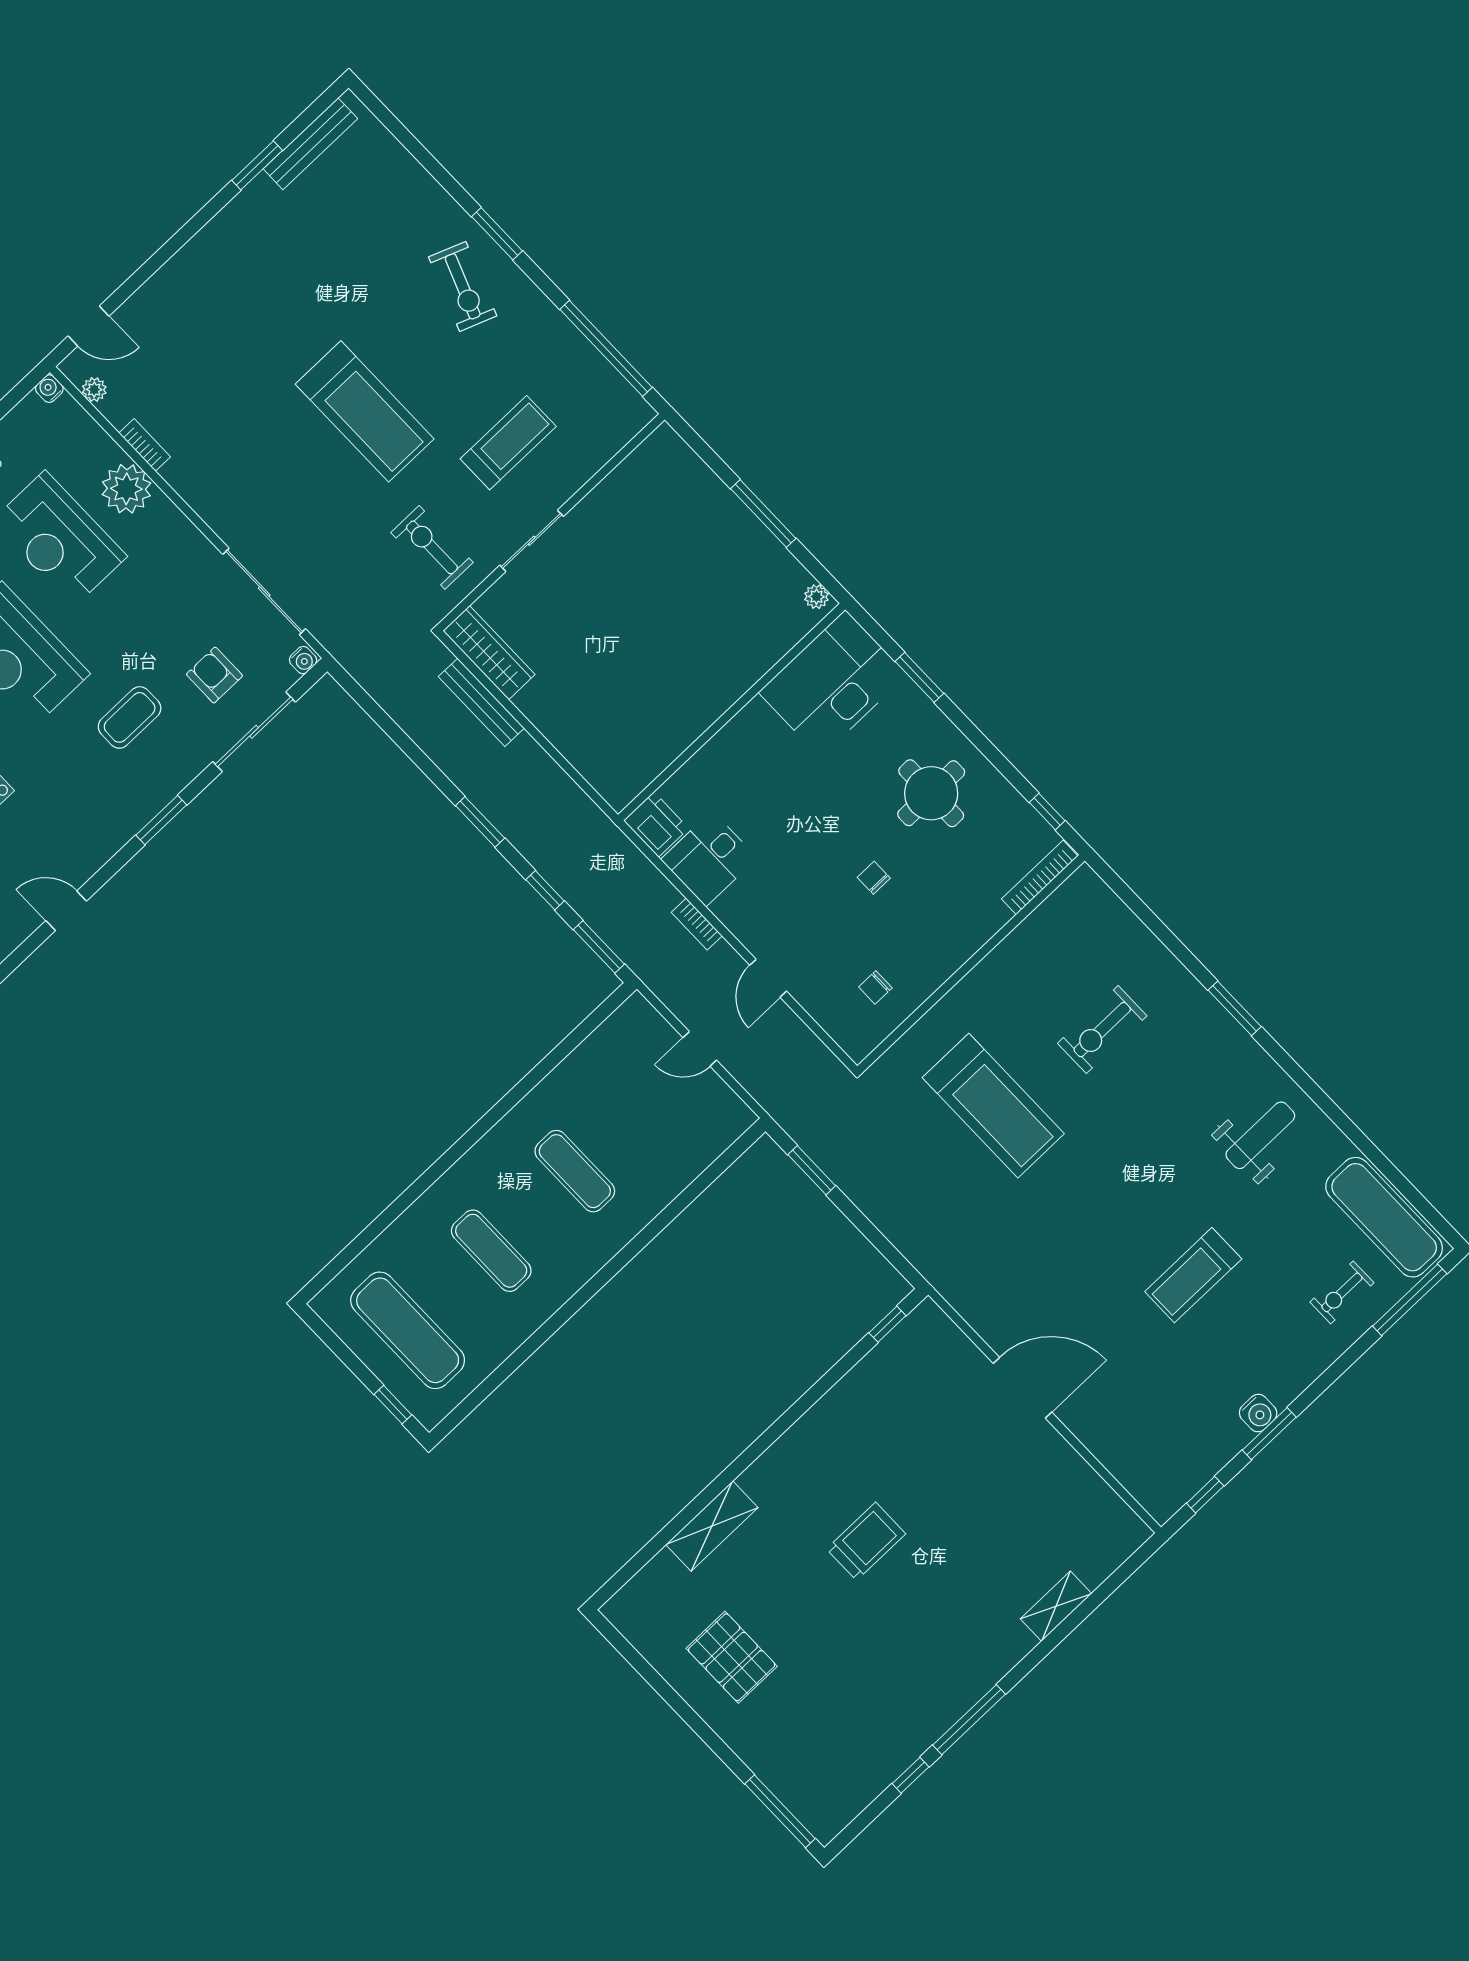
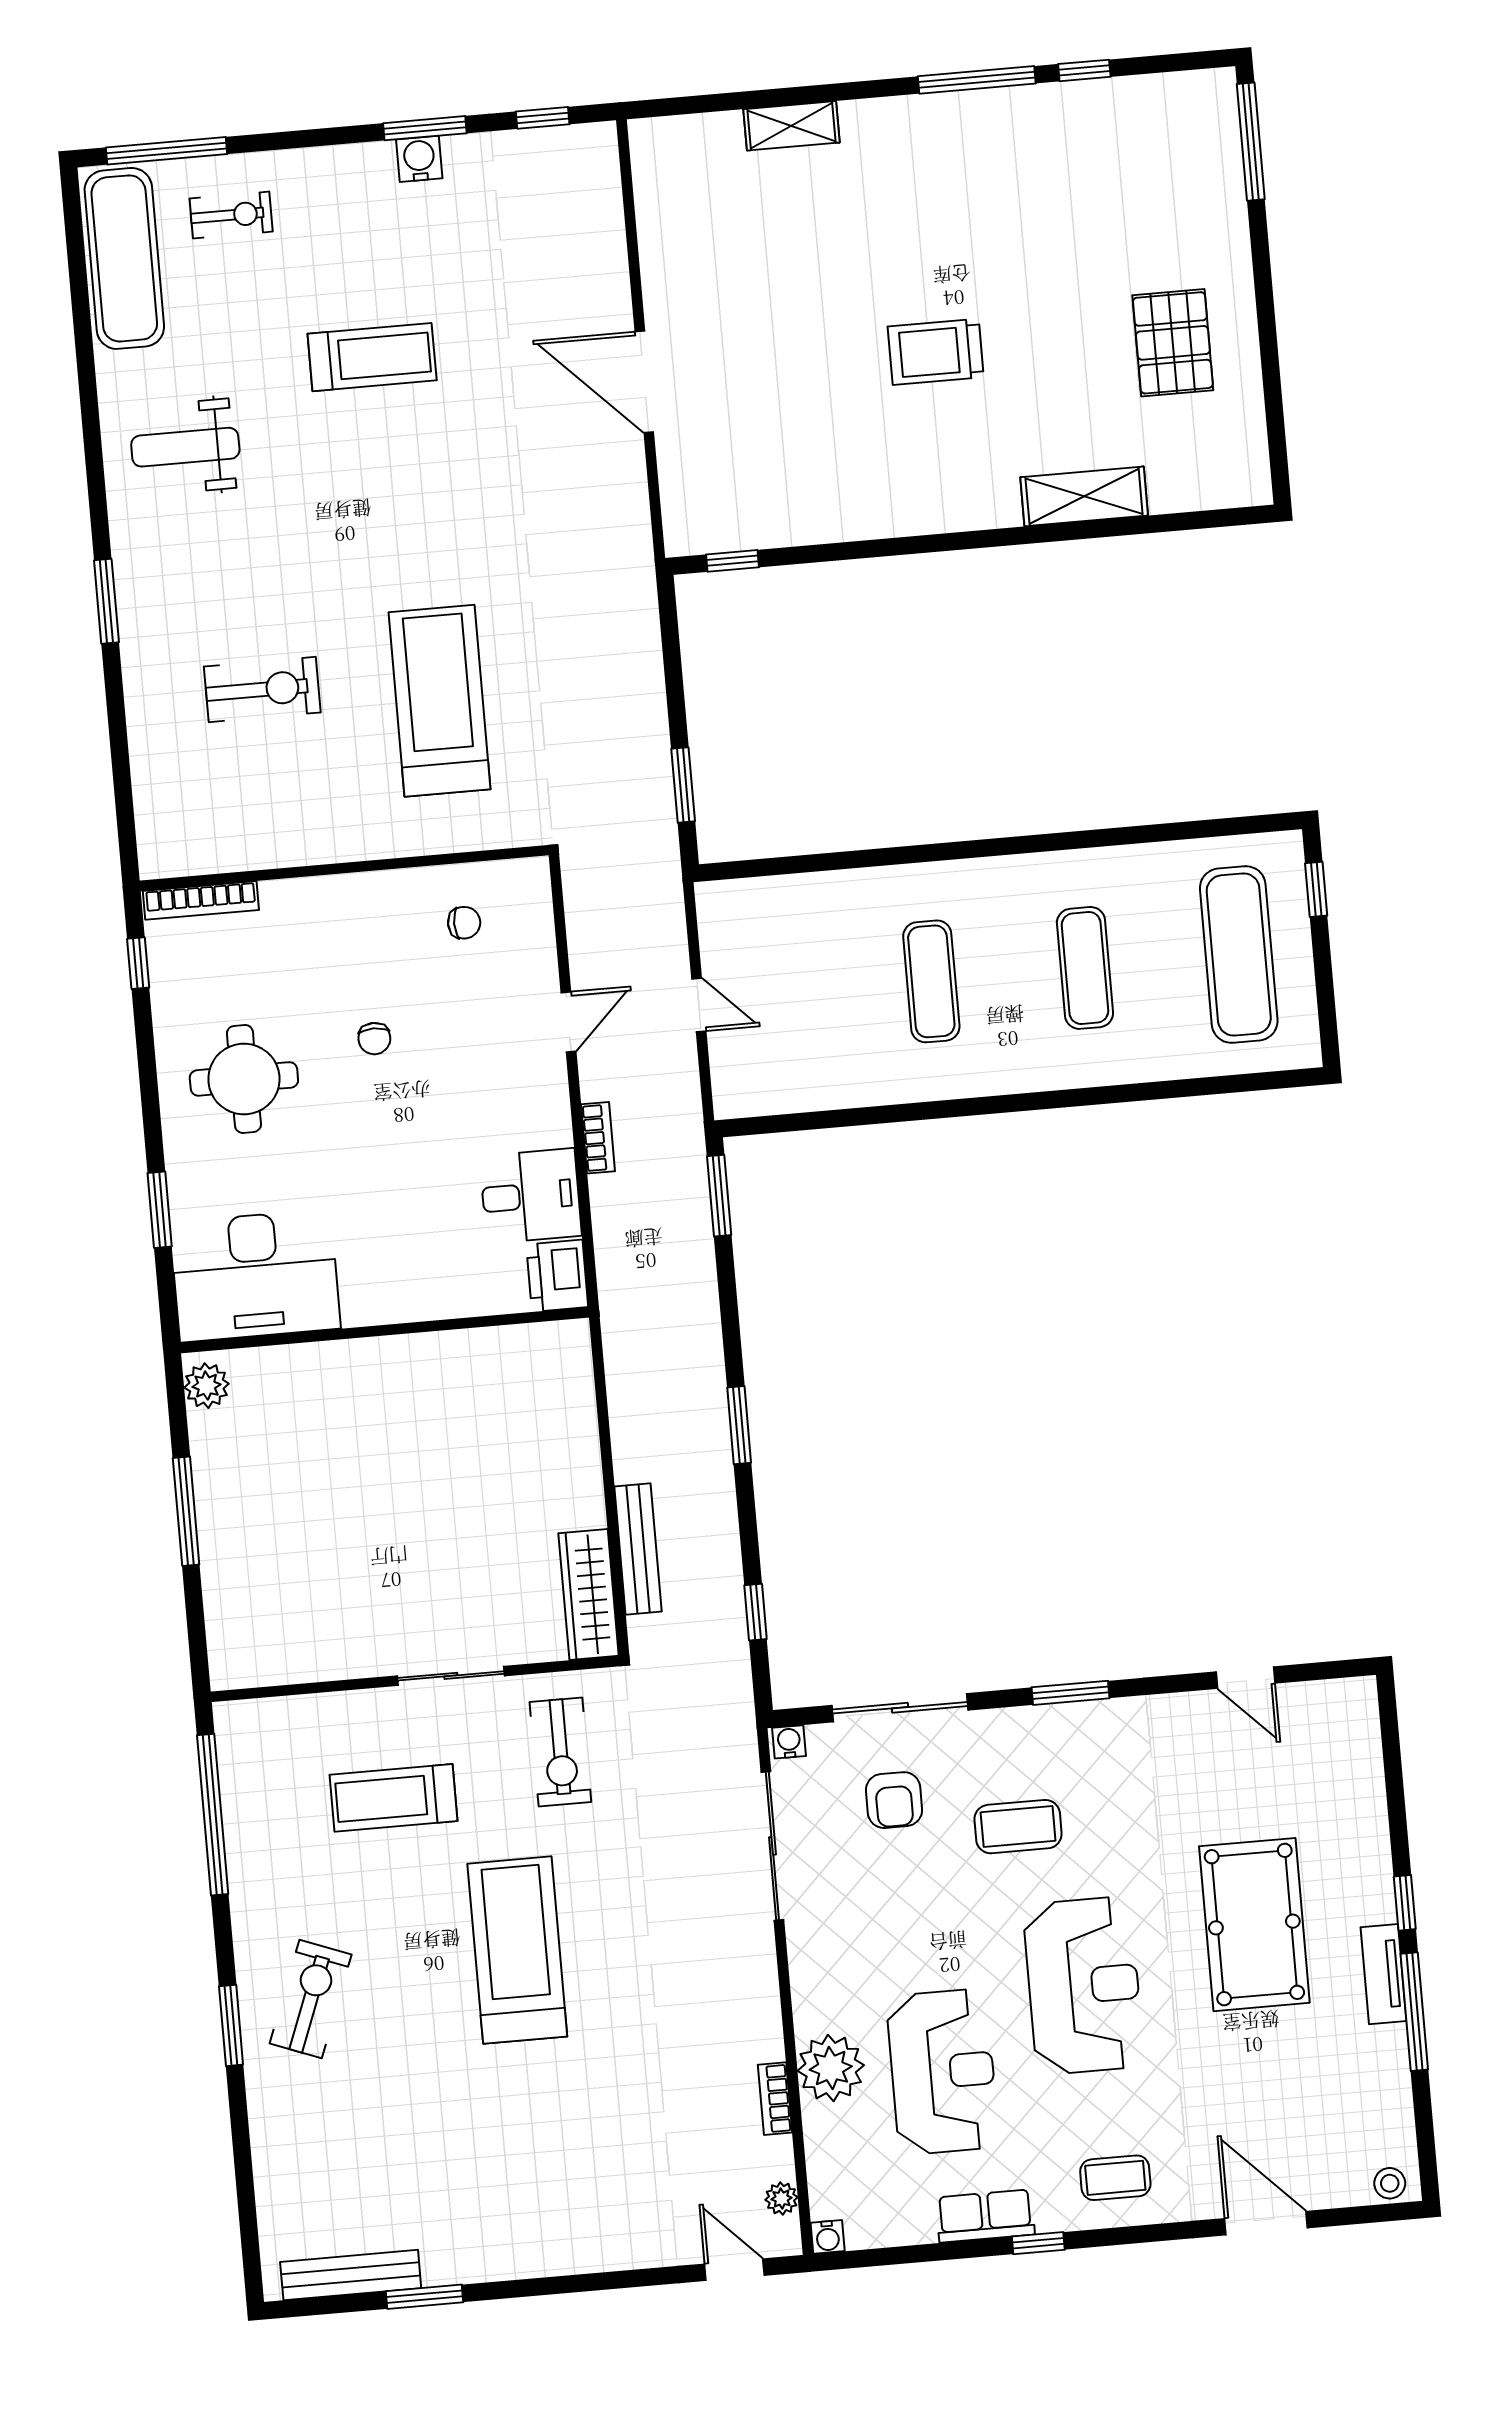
plant: (816, 597) -> (207, 1386), width x1.38, depth x1.38
window: (545, 890) -> (755, 1612), moved

